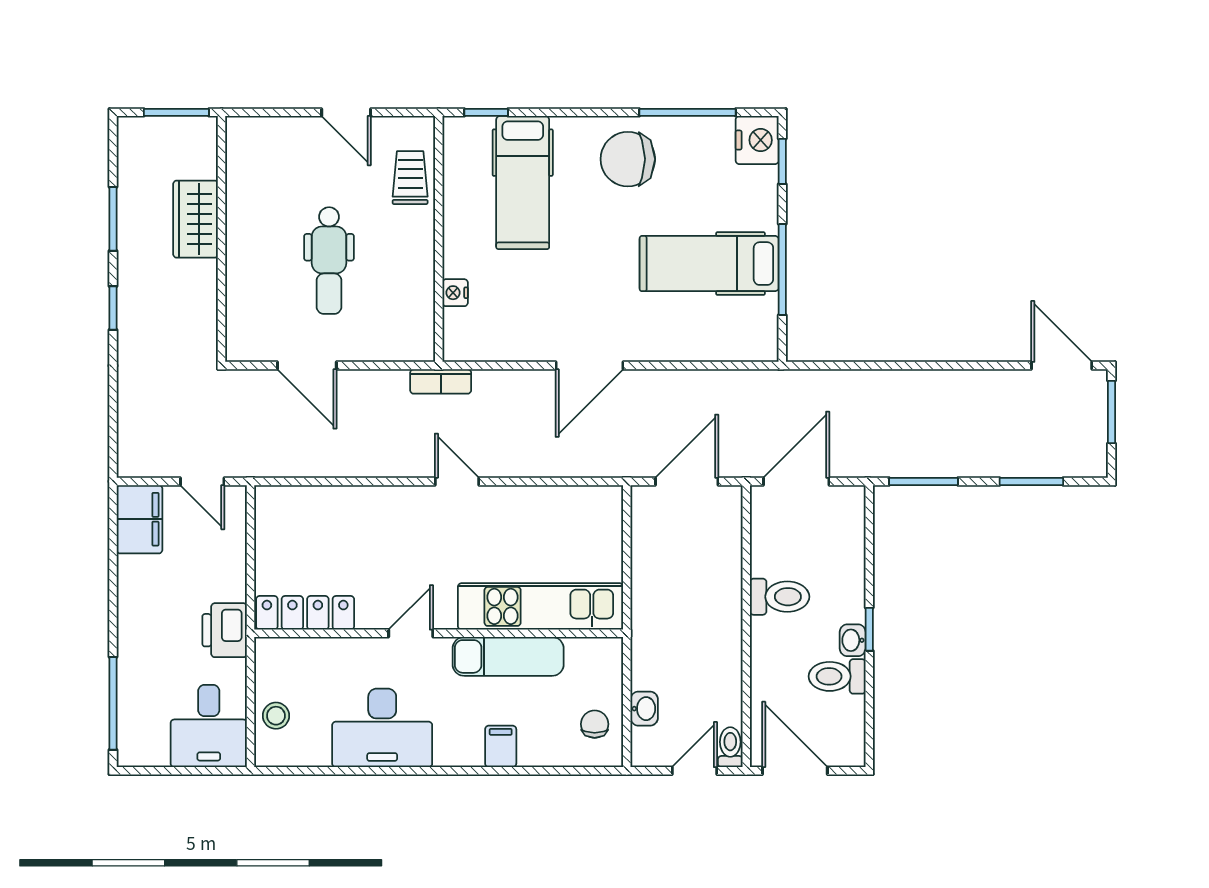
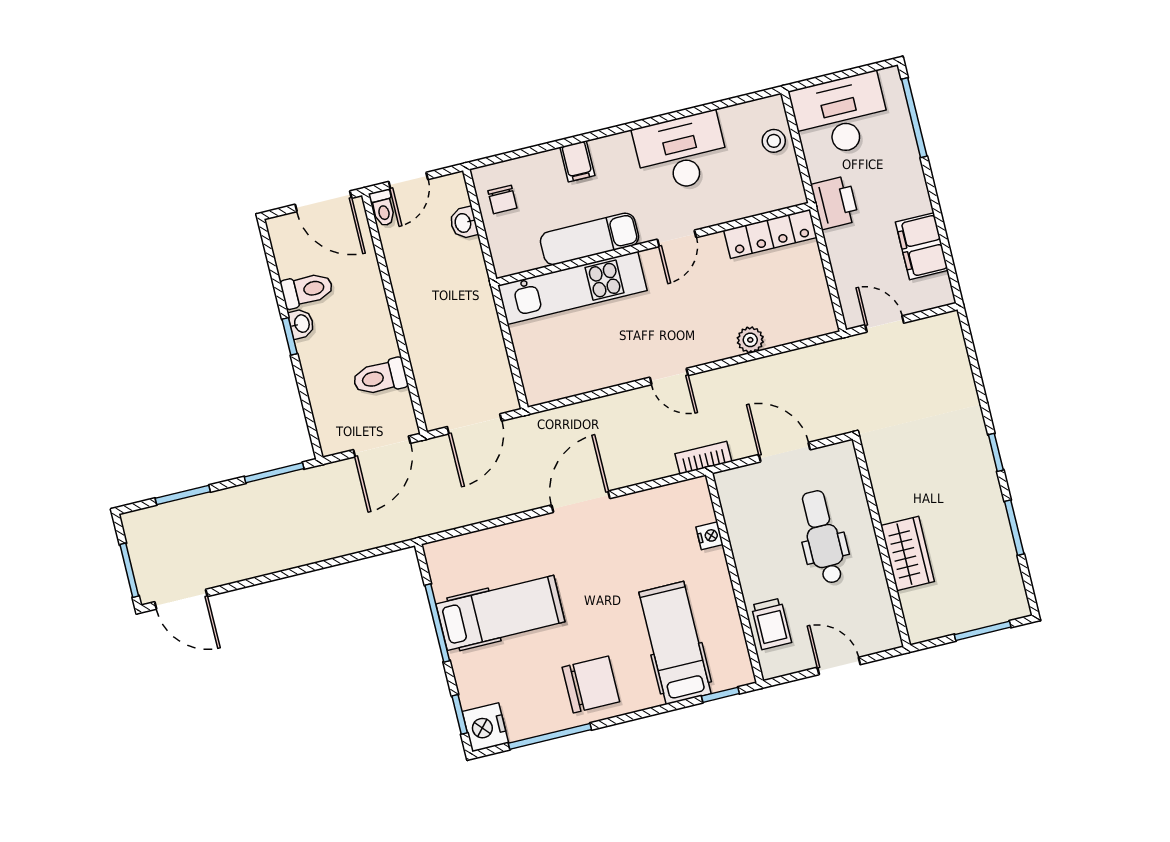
wardrobe: (196, 219) -> (908, 553), moved
wall: (222, 239) -> (881, 542), moved
door: (307, 366) -> (784, 452), moved
plant: (356, 500) -> (750, 340), added
filing cabinet: (139, 519) -> (922, 246), moved
toilet: (780, 597) -> (380, 377), moved
desk: (209, 726) -> (841, 115), width x1.37

